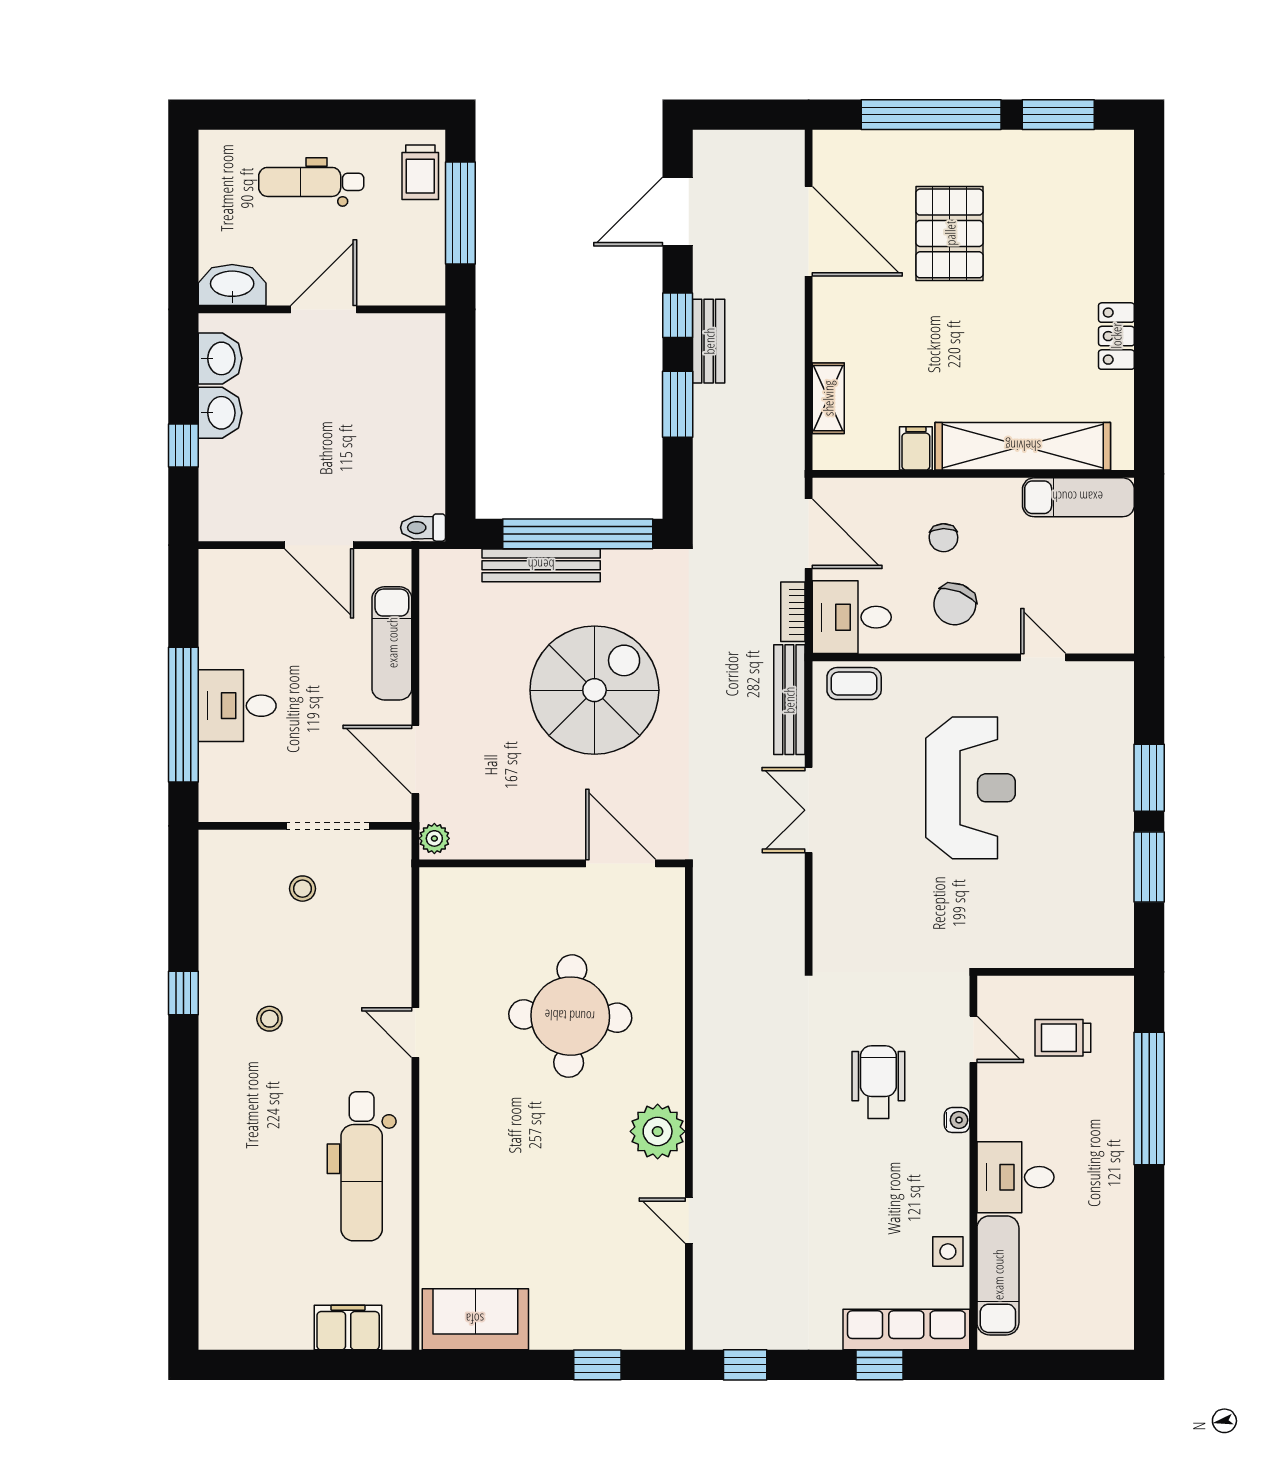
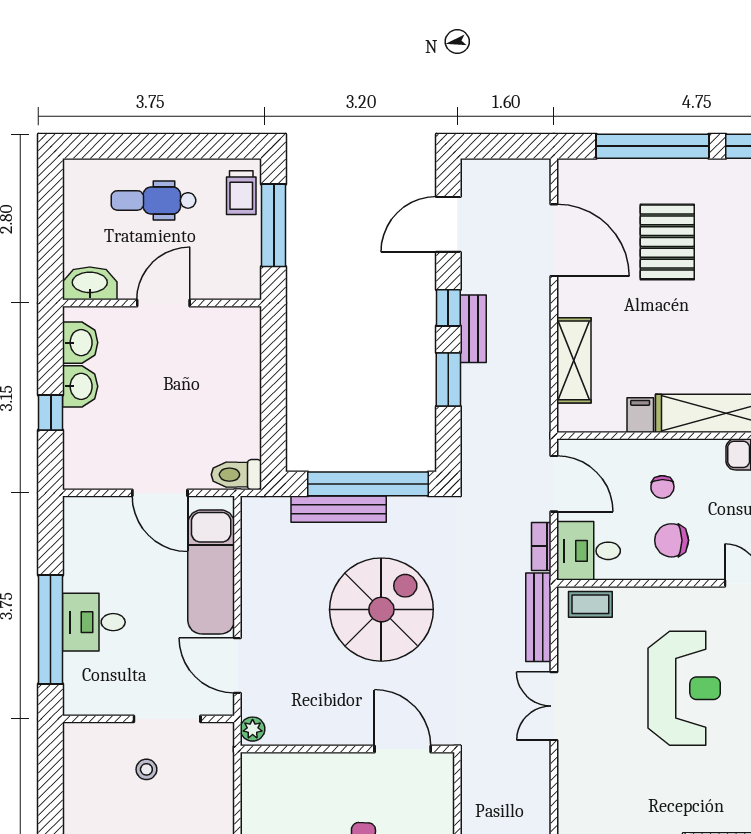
shelving: (828, 398) -> (574, 360), width x1.50, depth x1.33
toilet: (423, 528) -> (236, 475), width x1.37, depth x1.39
chair: (955, 604) -> (672, 540), turned 68
exam couch: (392, 643) -> (211, 572), width x1.36, depth x1.45

